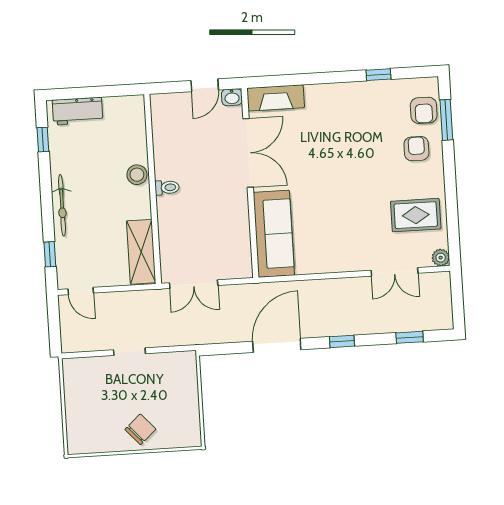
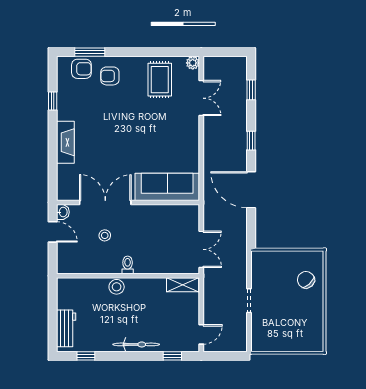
fireplace: (276, 98) -> (65, 142), moved
stool: (204, 155) -> (105, 235), added
shelving: (141, 252) -> (183, 285), width x0.67, depth x0.75
chair: (140, 429) -> (306, 280), moved

